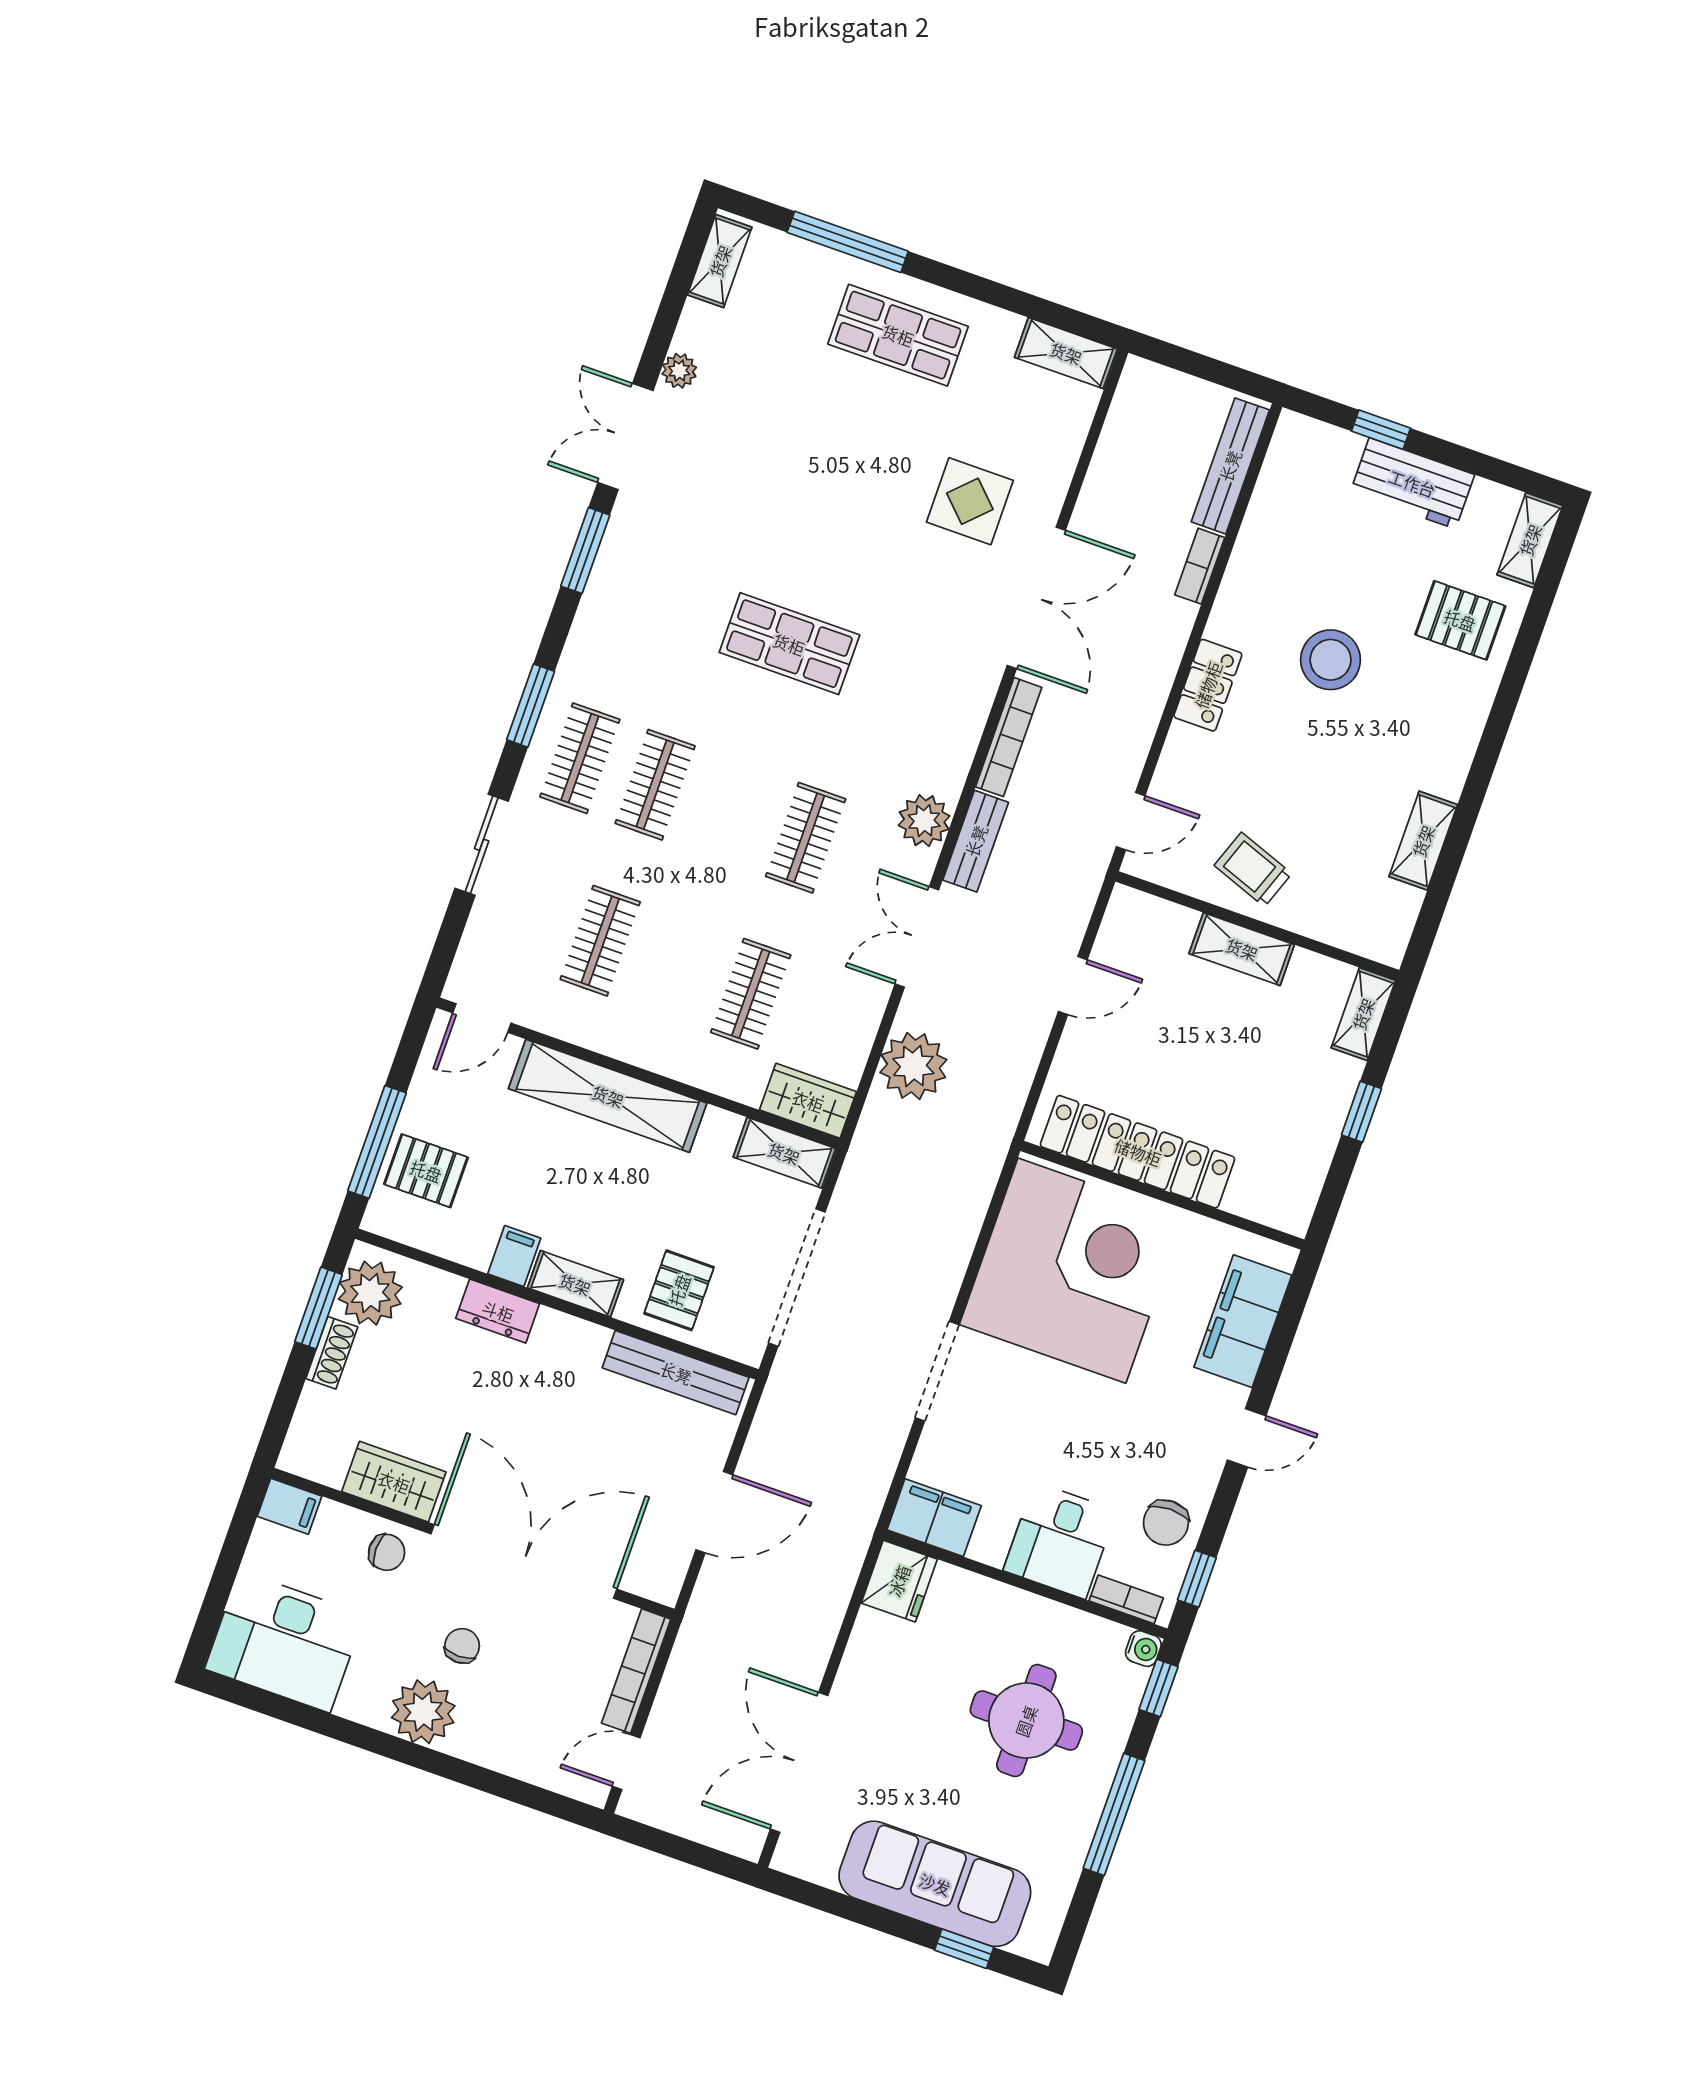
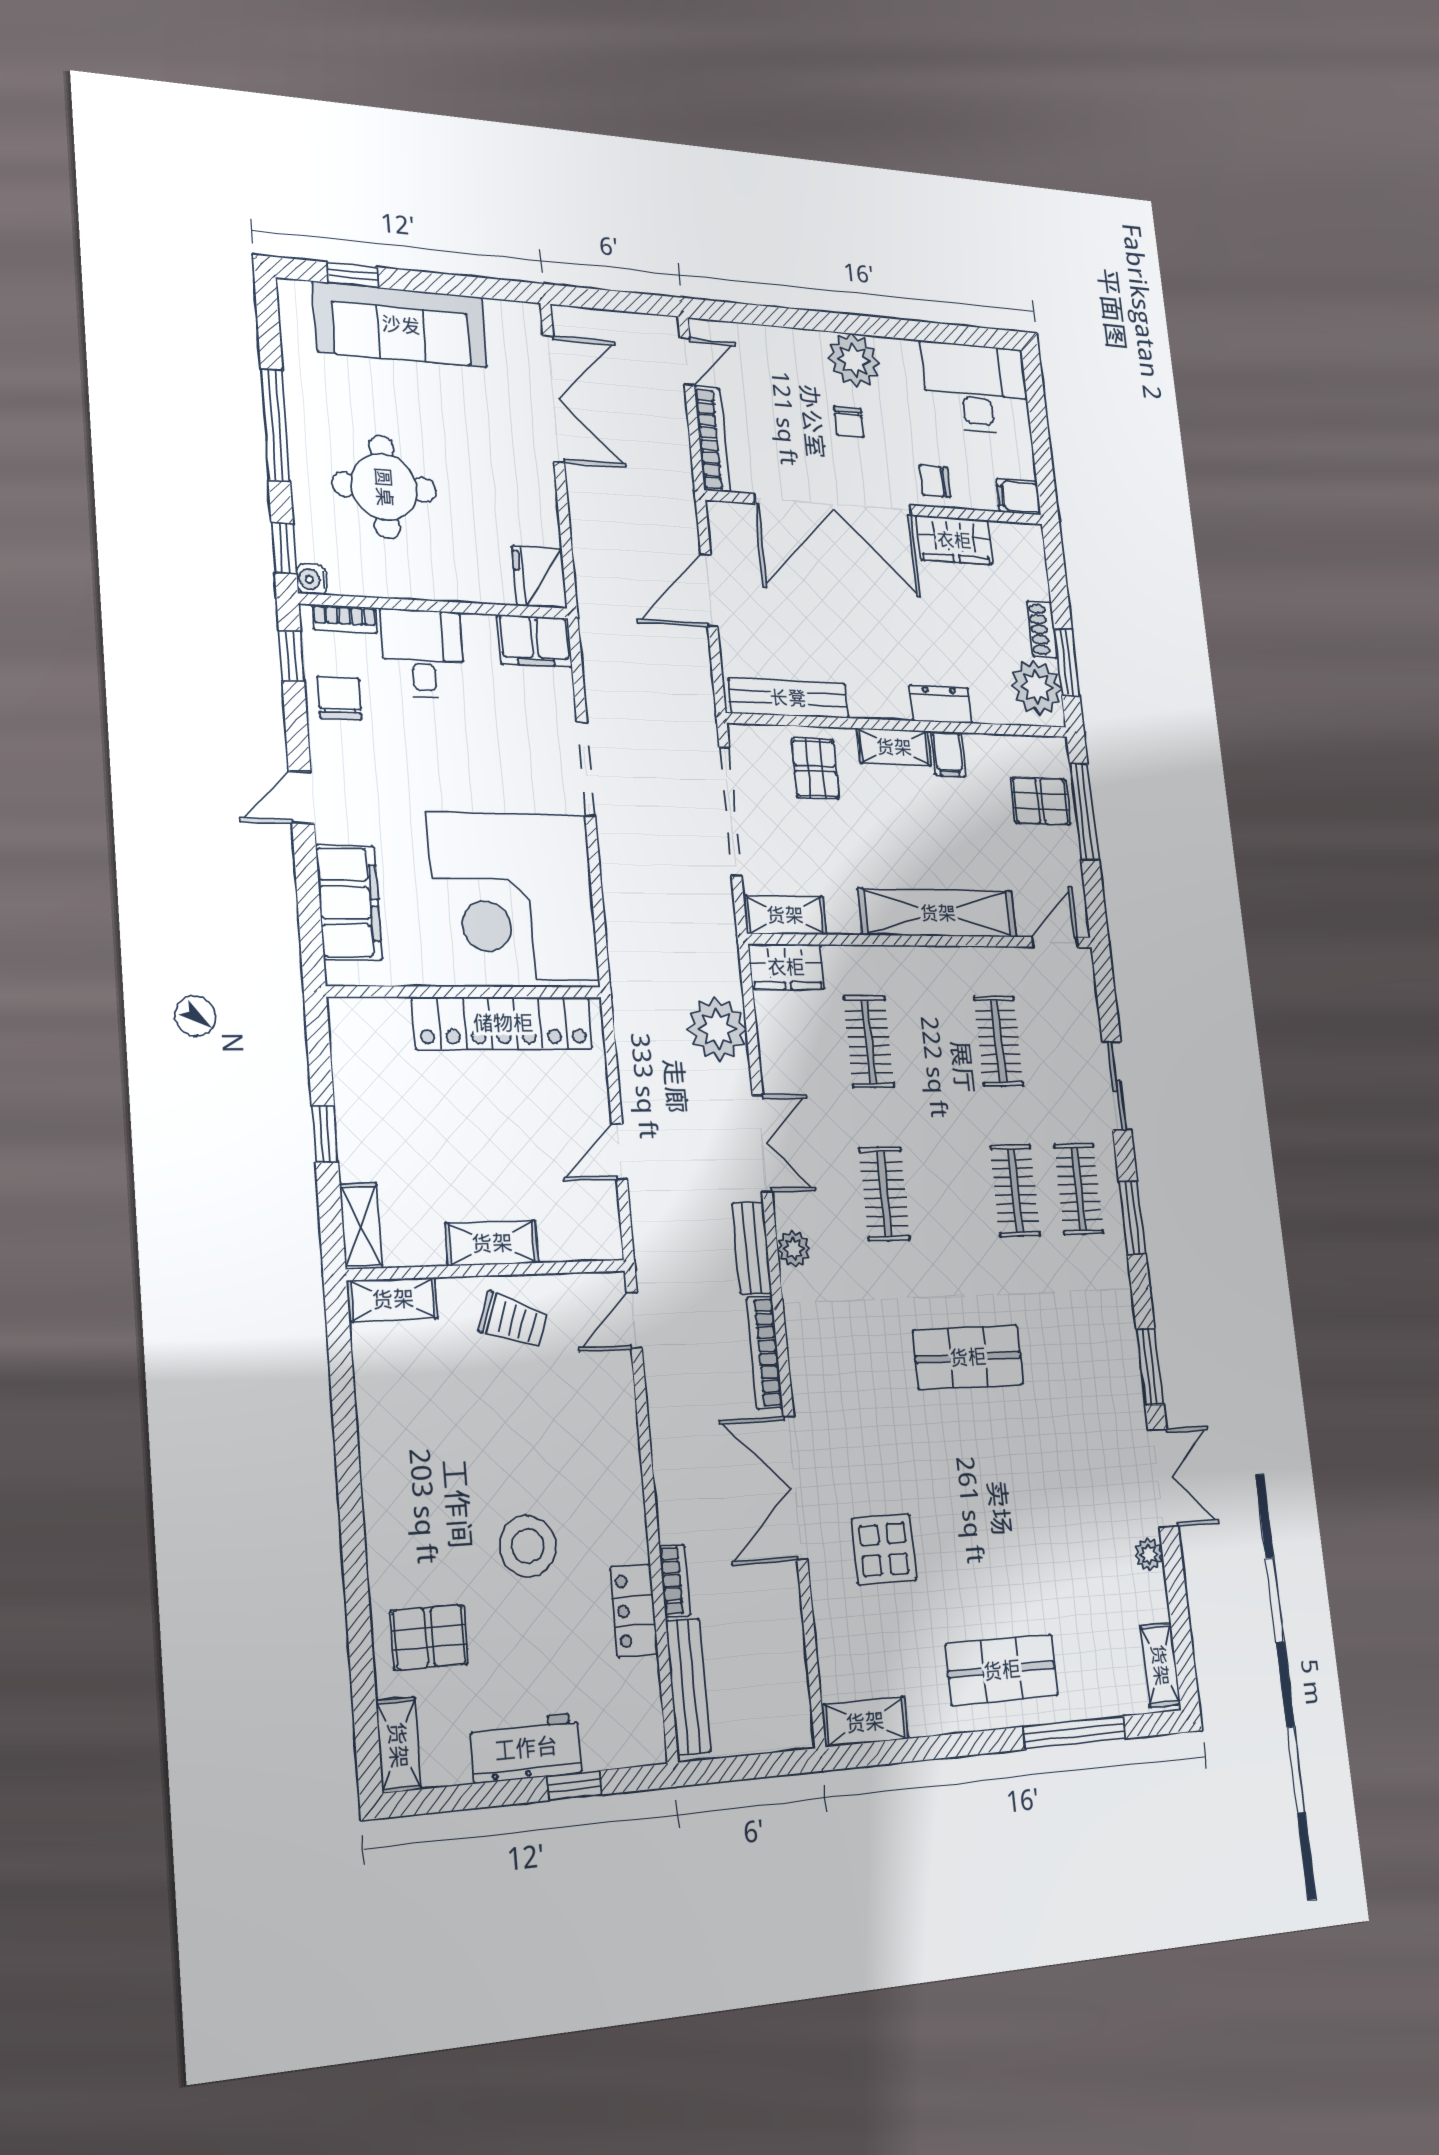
locker: (1208, 685) -> (634, 1611), moved
plant: (924, 821) -> (794, 1249), width x0.73, depth x0.73
shelving: (1423, 841) -> (393, 1299), moved, turned 90

